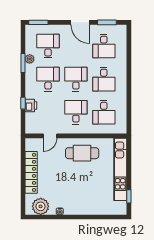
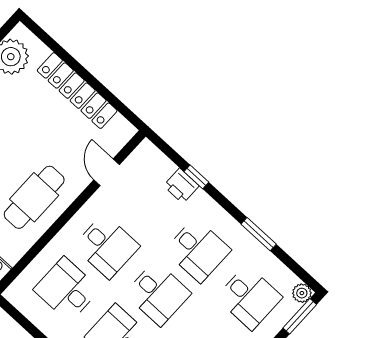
plant: (30, 59) -> (302, 293), moved

